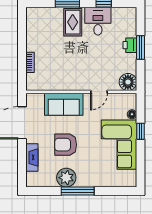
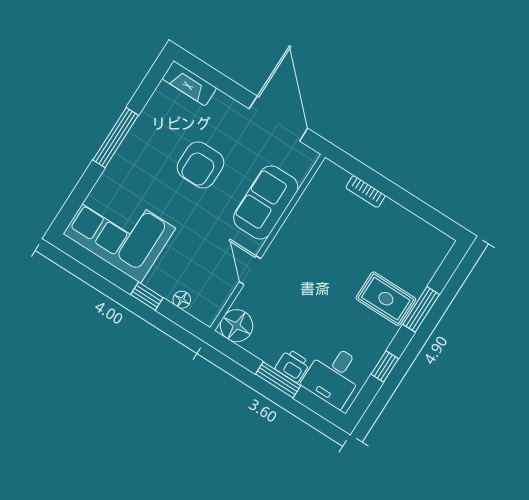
desk: (98, 21) -> (334, 376), moved, turned 90
armchair: (66, 145) -> (201, 165), turned 180
corner sofa: (119, 145) -> (119, 231), moved
fireplace: (32, 157) -> (189, 83), moved
plant: (66, 178) -> (148, 133), removed

